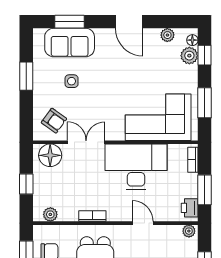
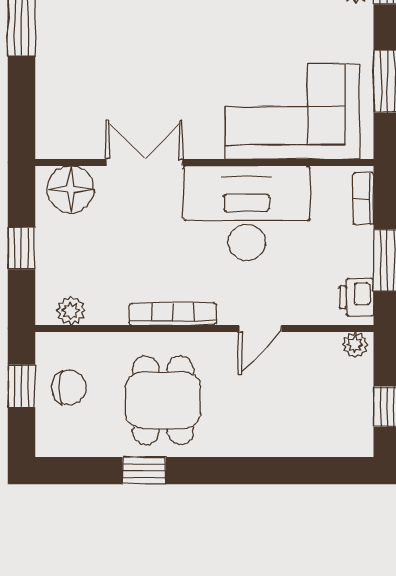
side table: (72, 81) -> (114, 37), removed
armchair: (54, 121) -> (78, 118), removed
bookcase: (92, 216) -> (173, 314), width x1.56
door: (143, 223) -> (260, 328), swing flipped

